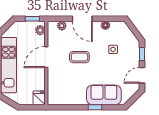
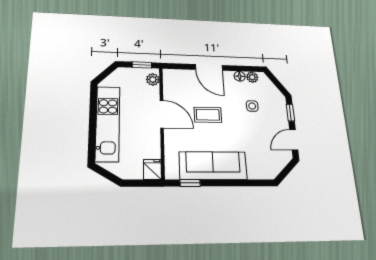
plant: (62, 26) -> (252, 77), moved
door: (46, 57) -> (162, 114), swing flipped
sofa: (104, 95) -> (213, 166), moved, width x1.36
window: (95, 107) -> (190, 183), moved

